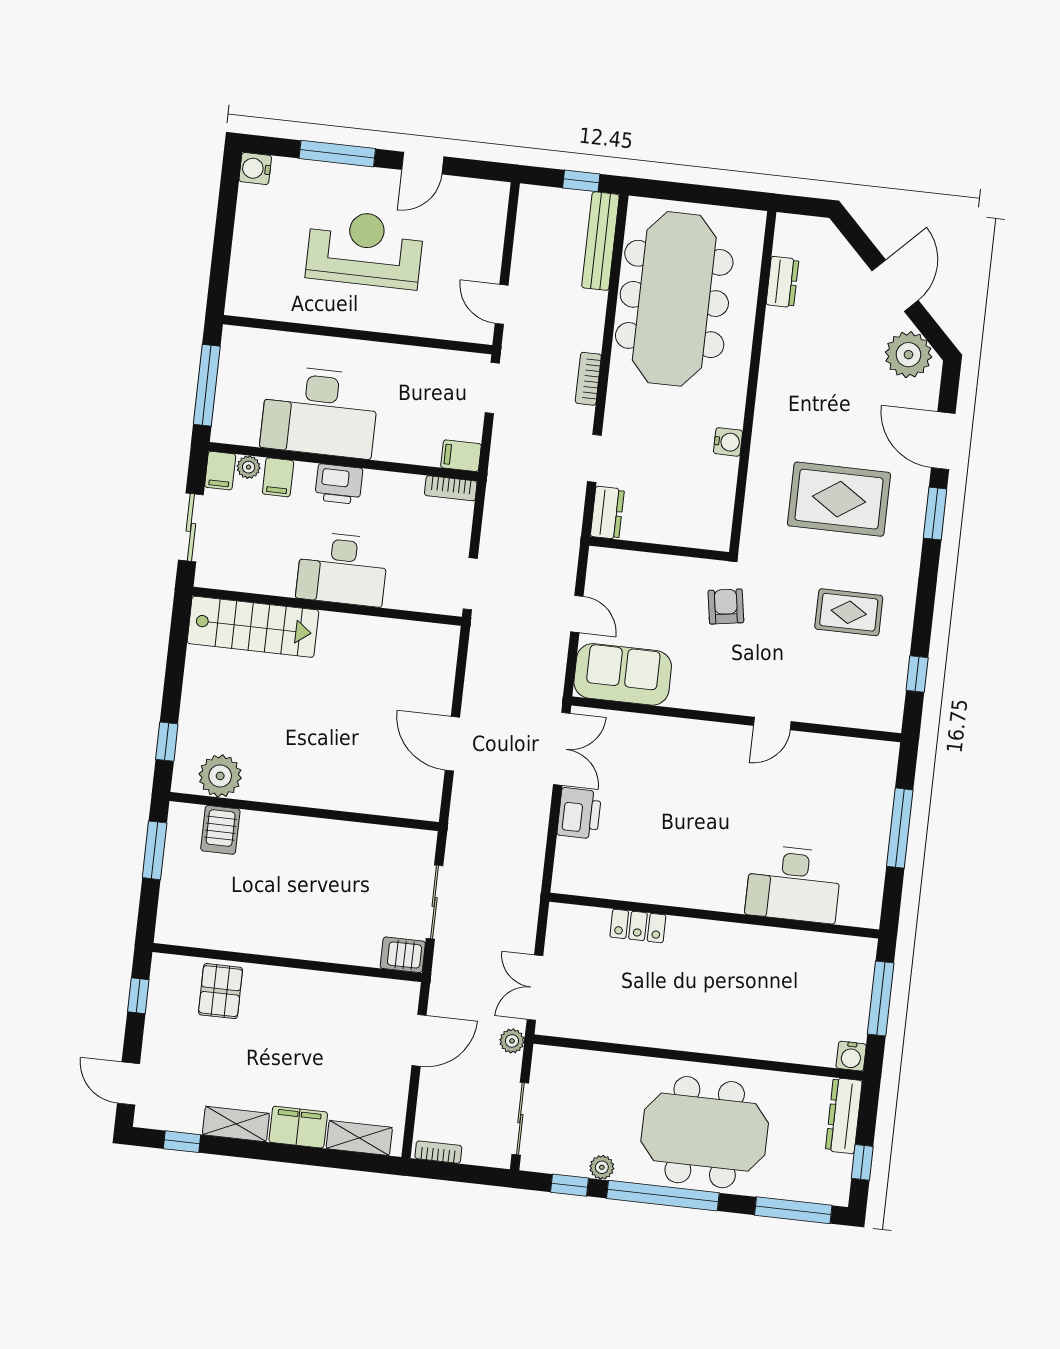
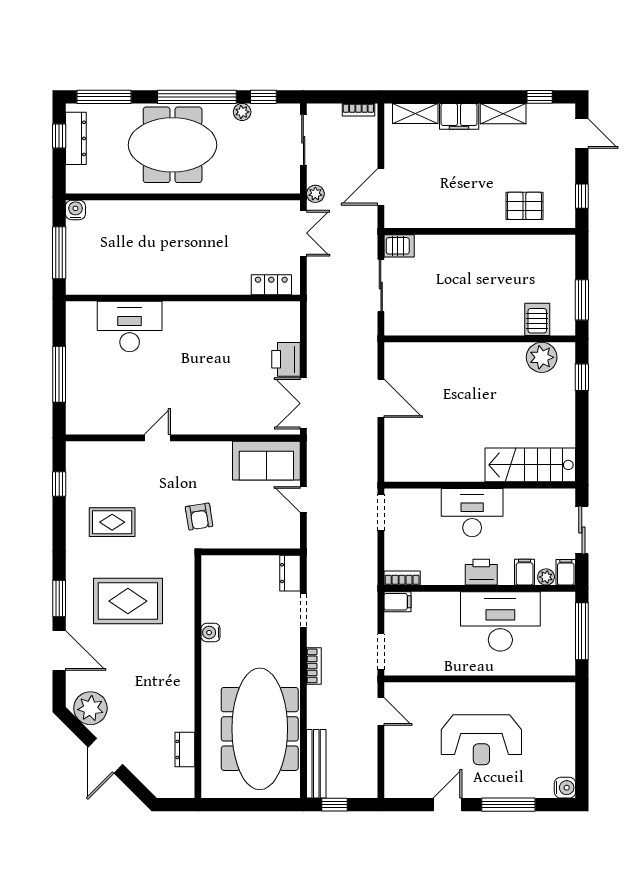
locker: (638, 926) -> (271, 285), moved
pallet: (221, 991) -> (524, 206), turned 90
dresser: (844, 1116) -> (76, 138), moved

